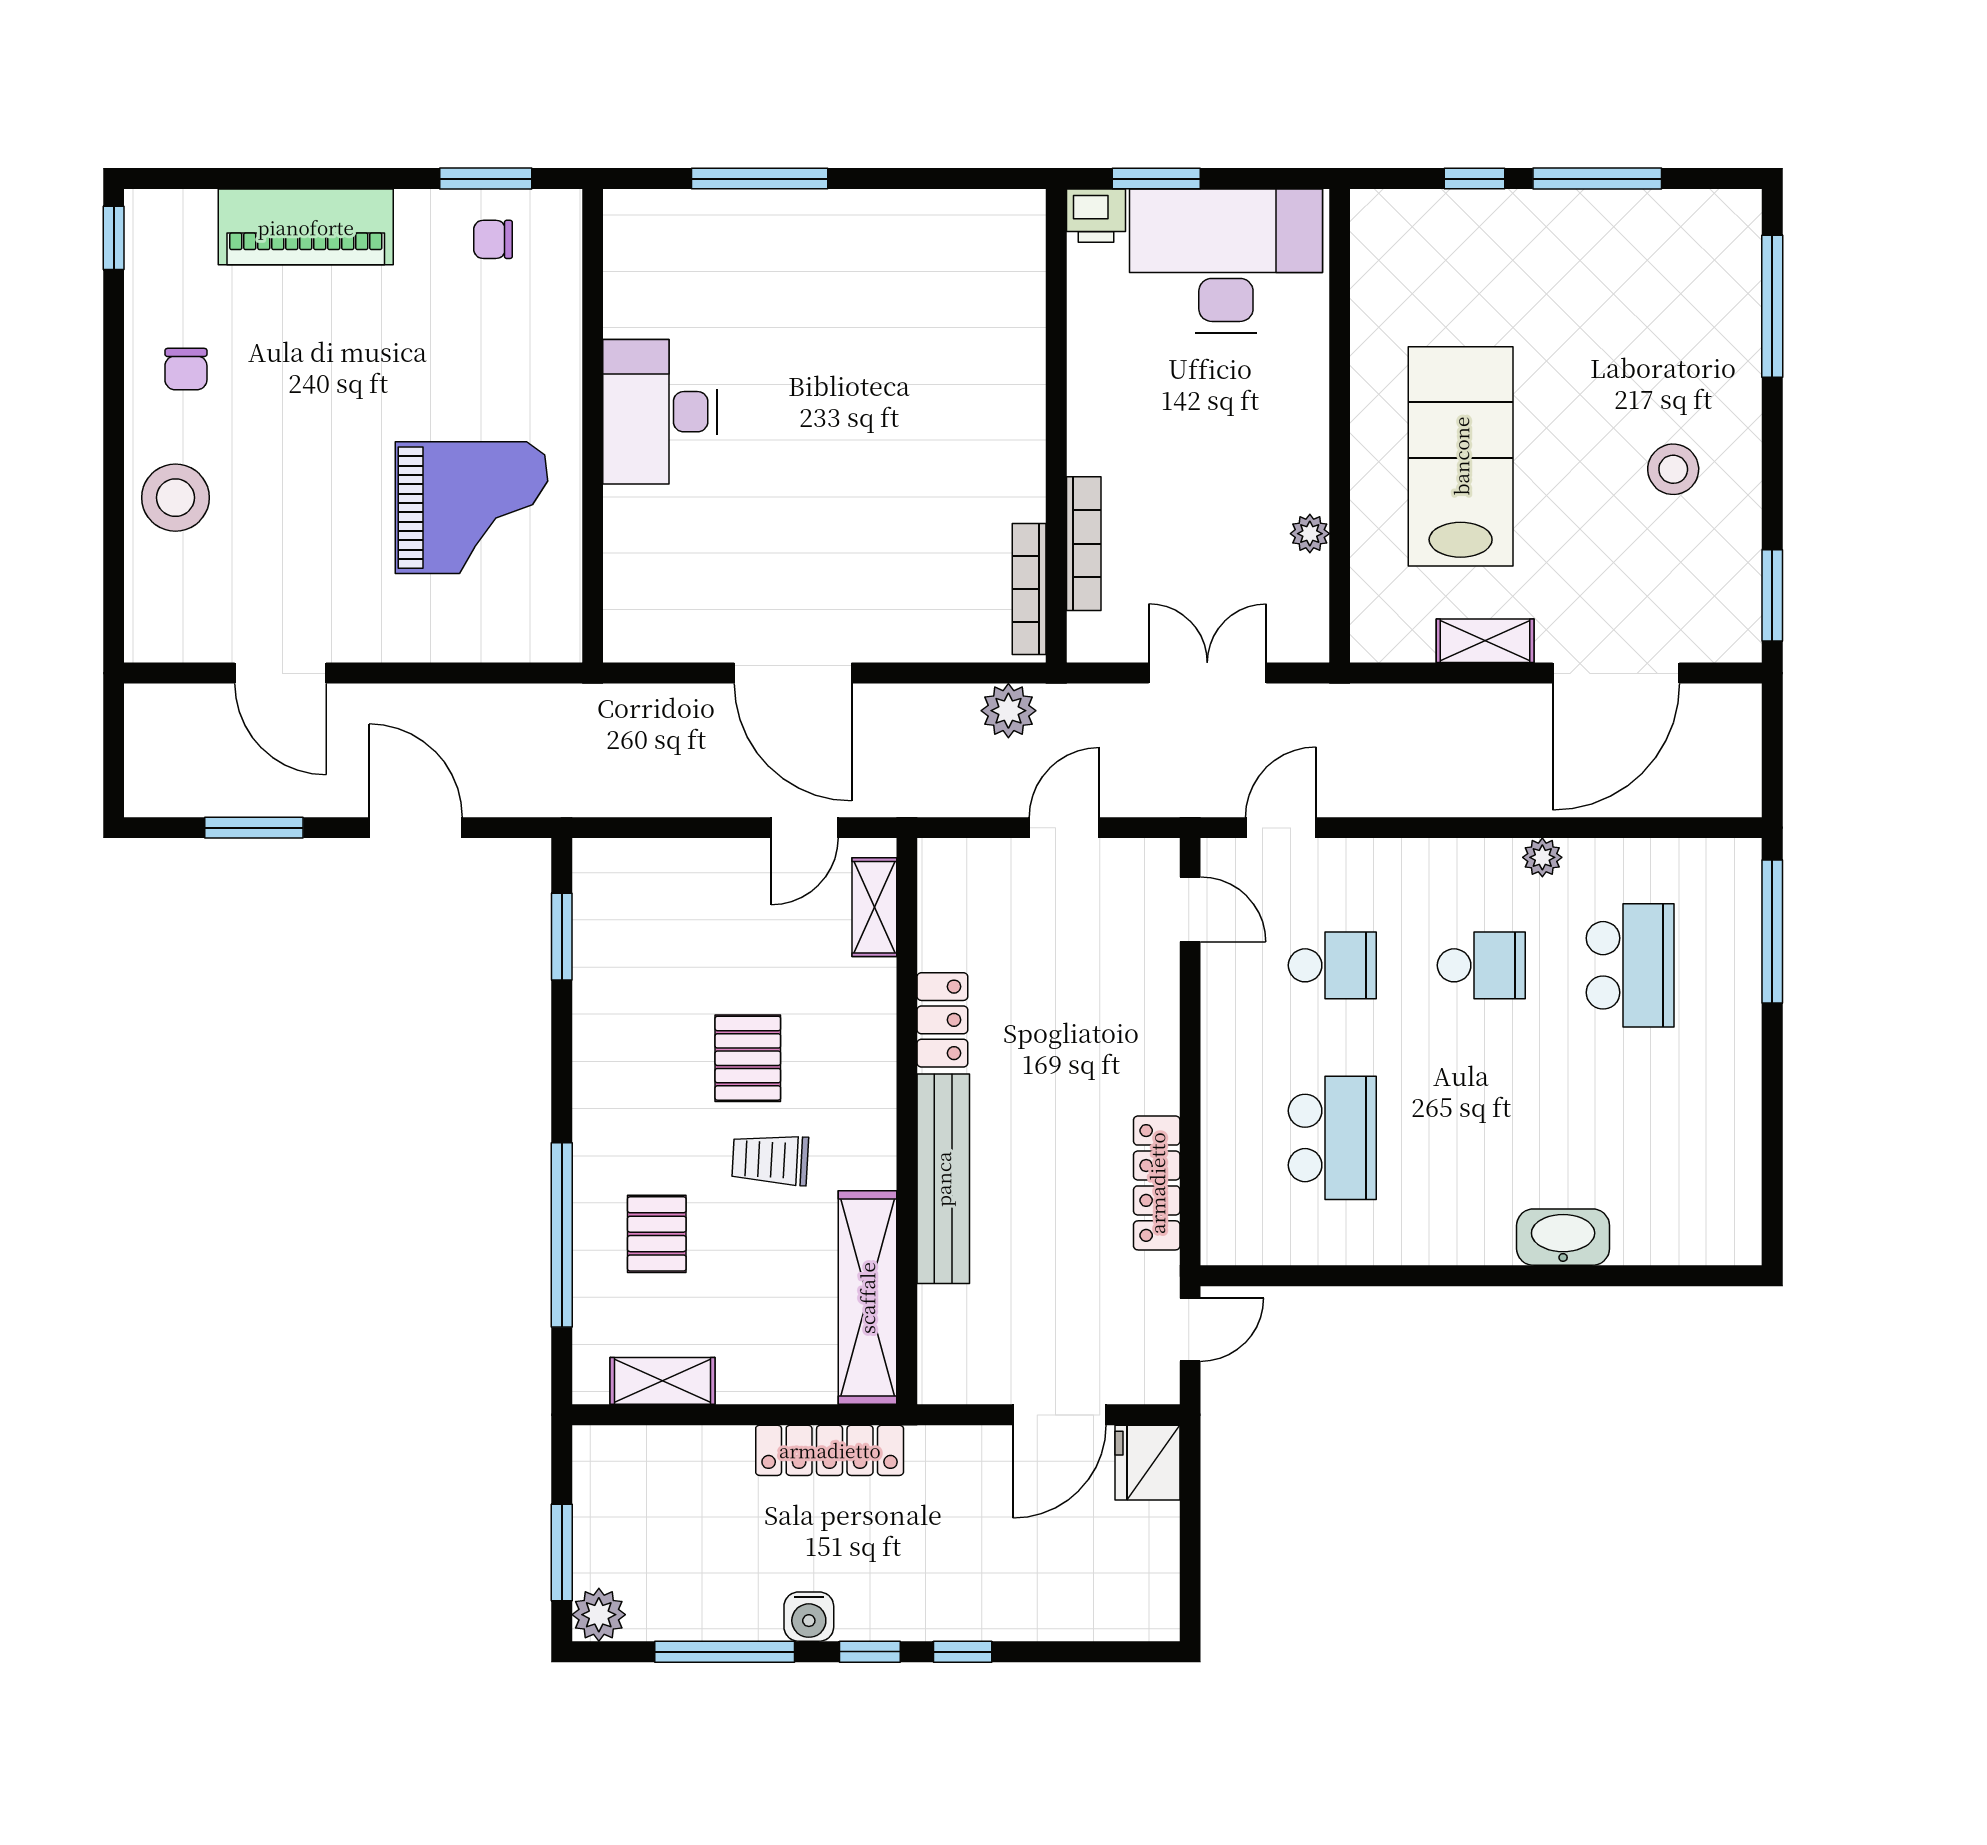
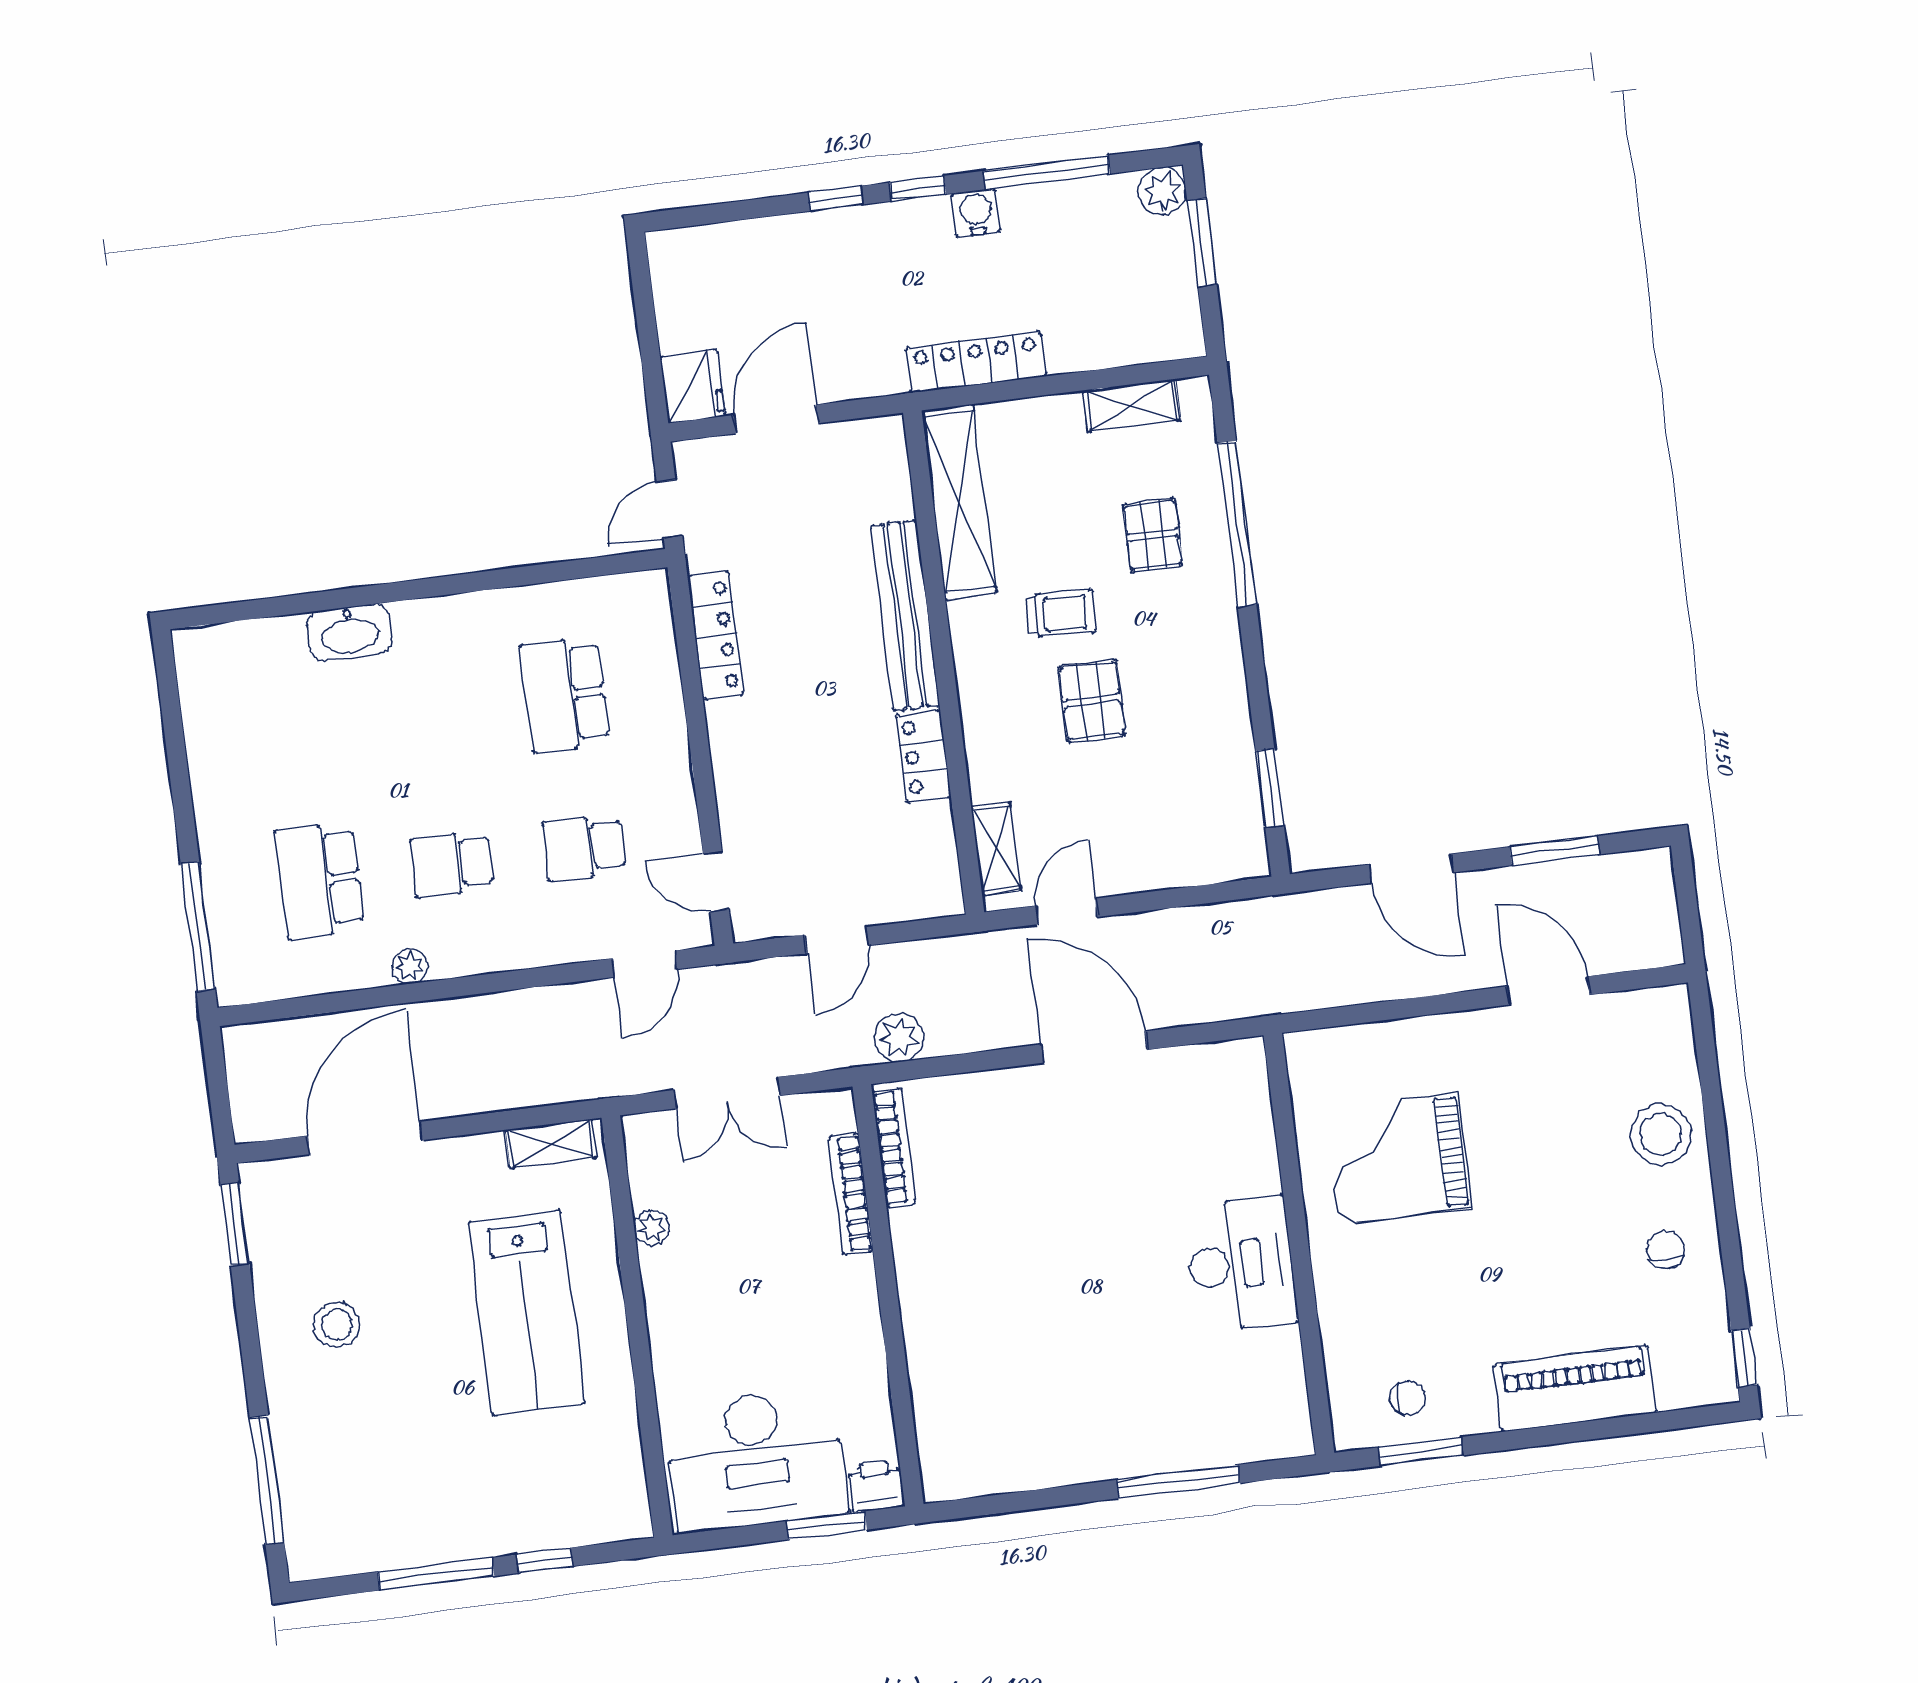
shelving: (1485, 641) -> (551, 1144), moved

